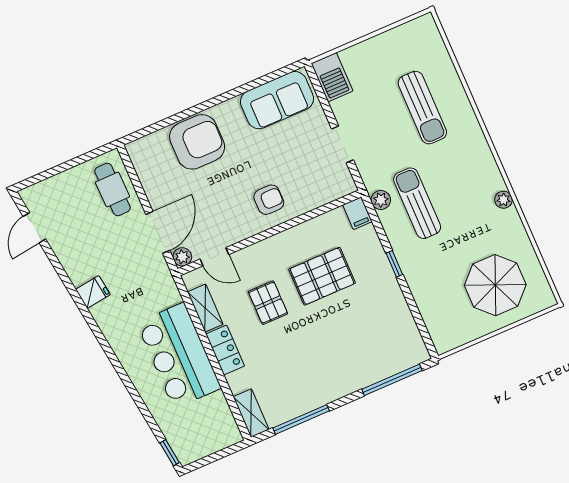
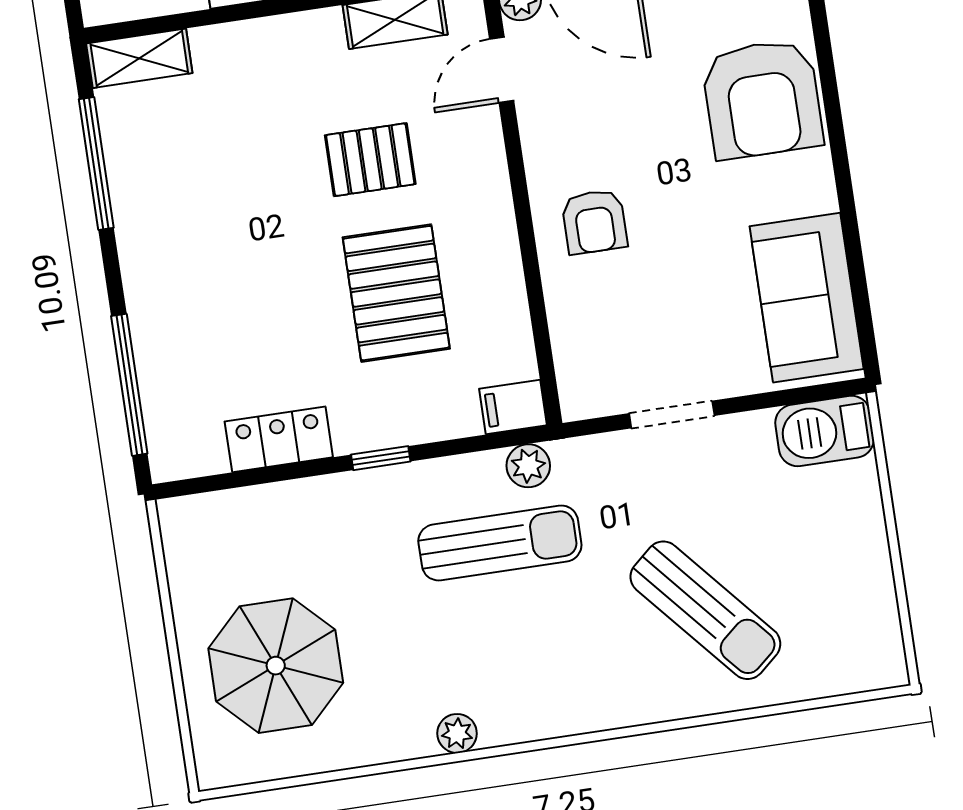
sun lounger: (422, 108) -> (705, 610), turned -131
locker: (225, 350) -> (279, 439), moved, turned 180

